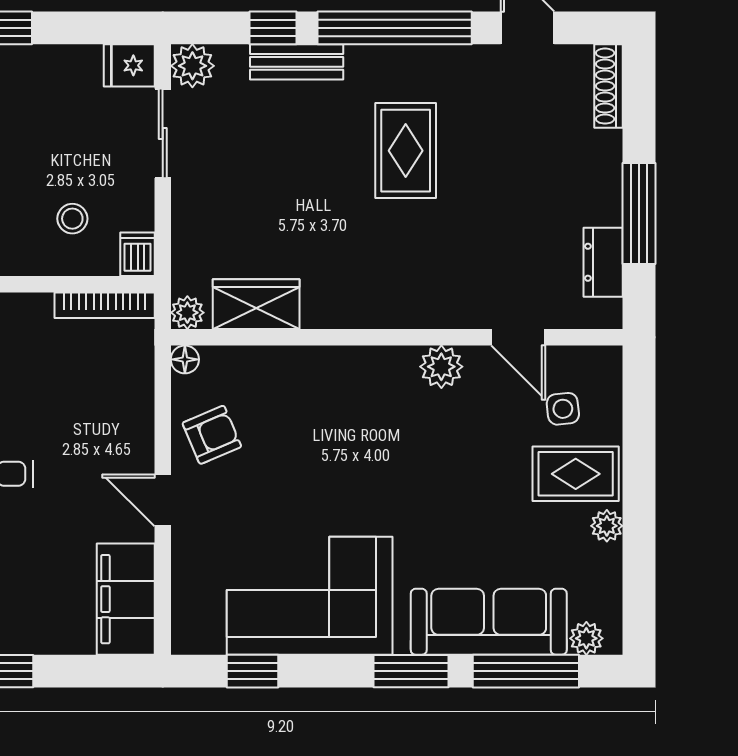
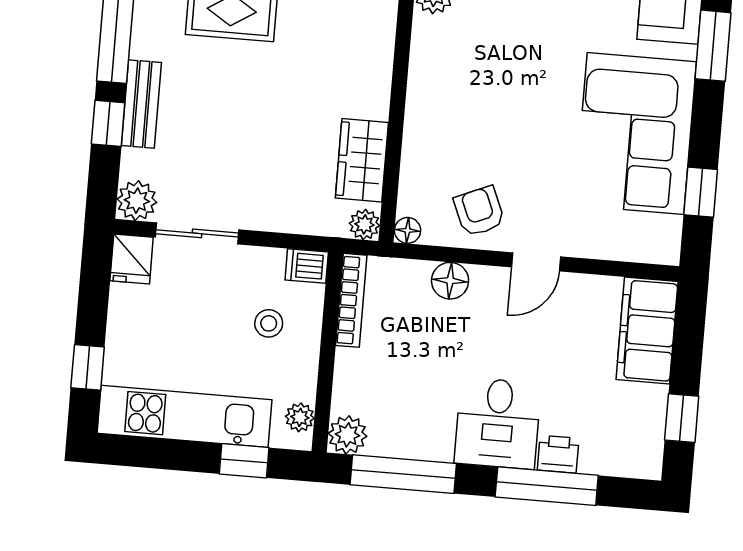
floor lamp: (135, 410) -> (450, 281), added
filing cabinet: (126, 599) -> (647, 331), moved, turned 90

